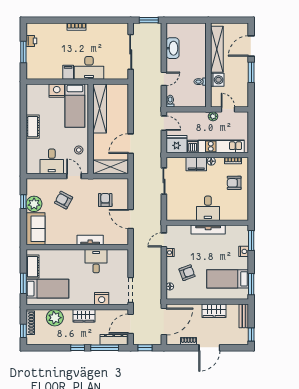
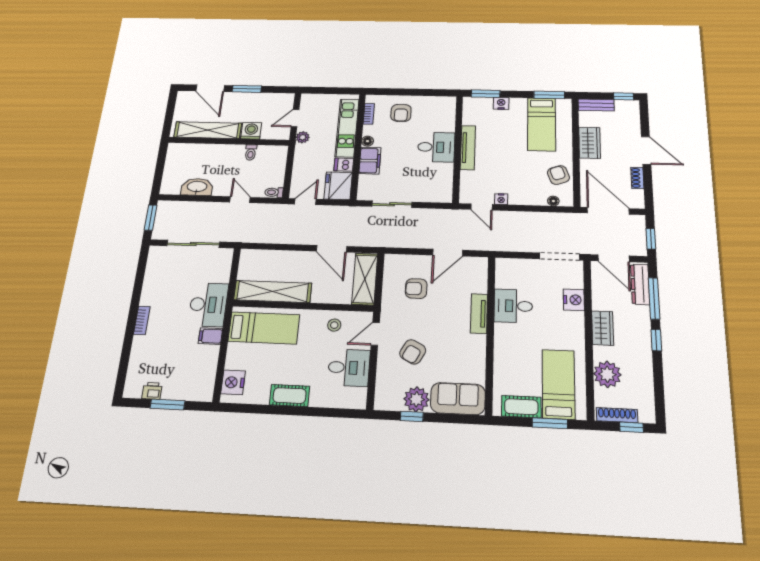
nightstand: (57, 91) -> (233, 382), moved
armchair: (187, 273) -> (558, 175), moved

